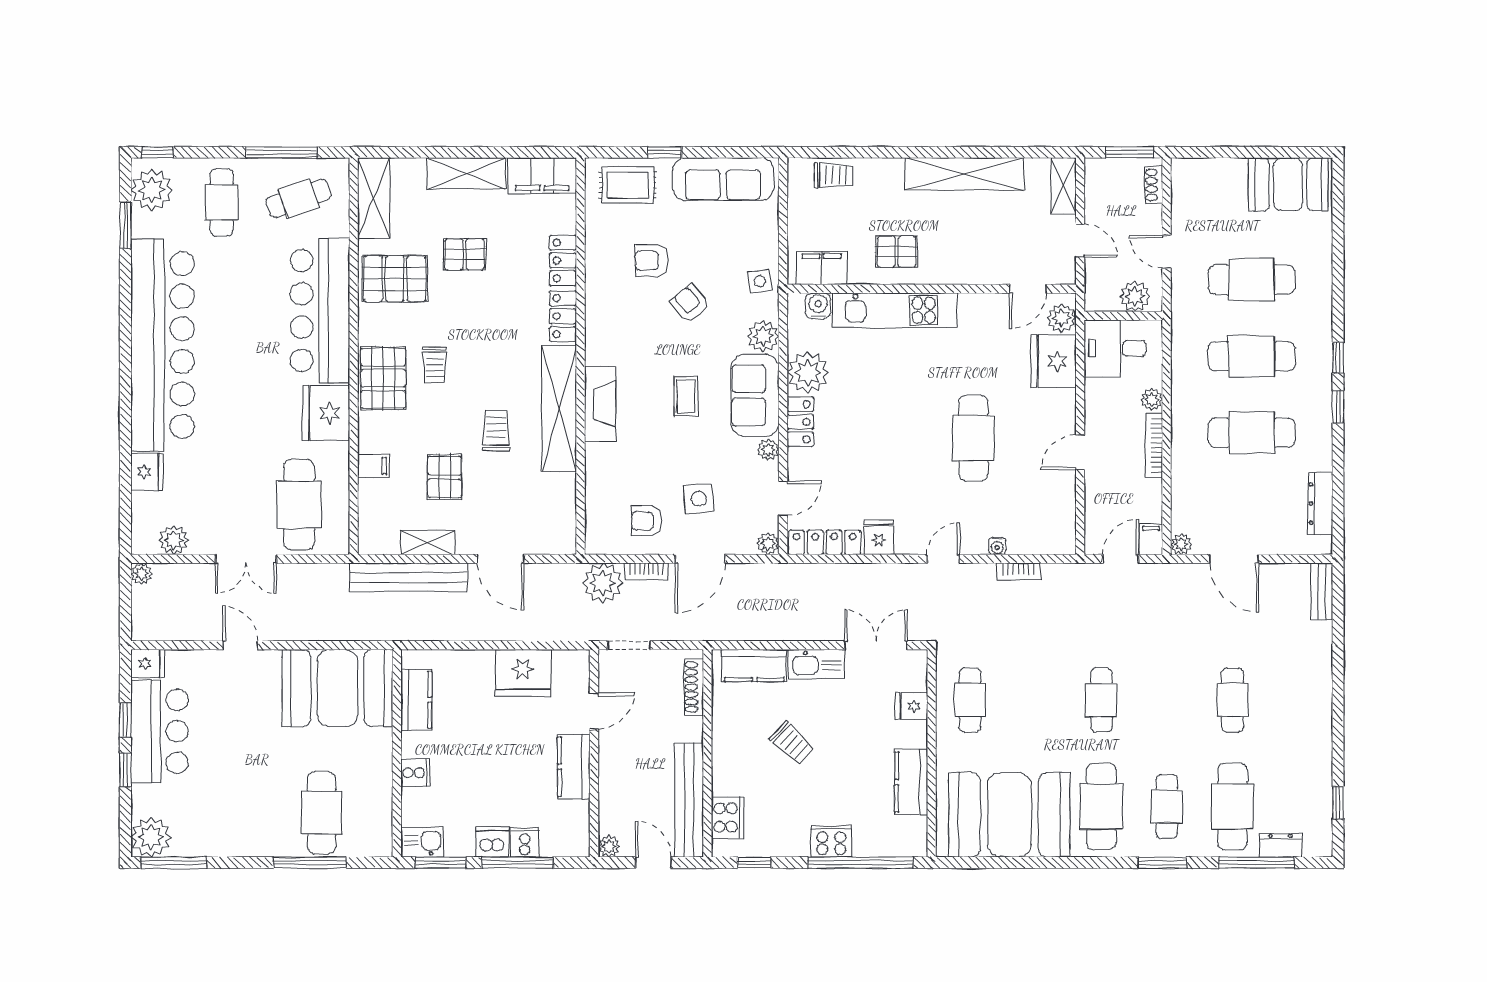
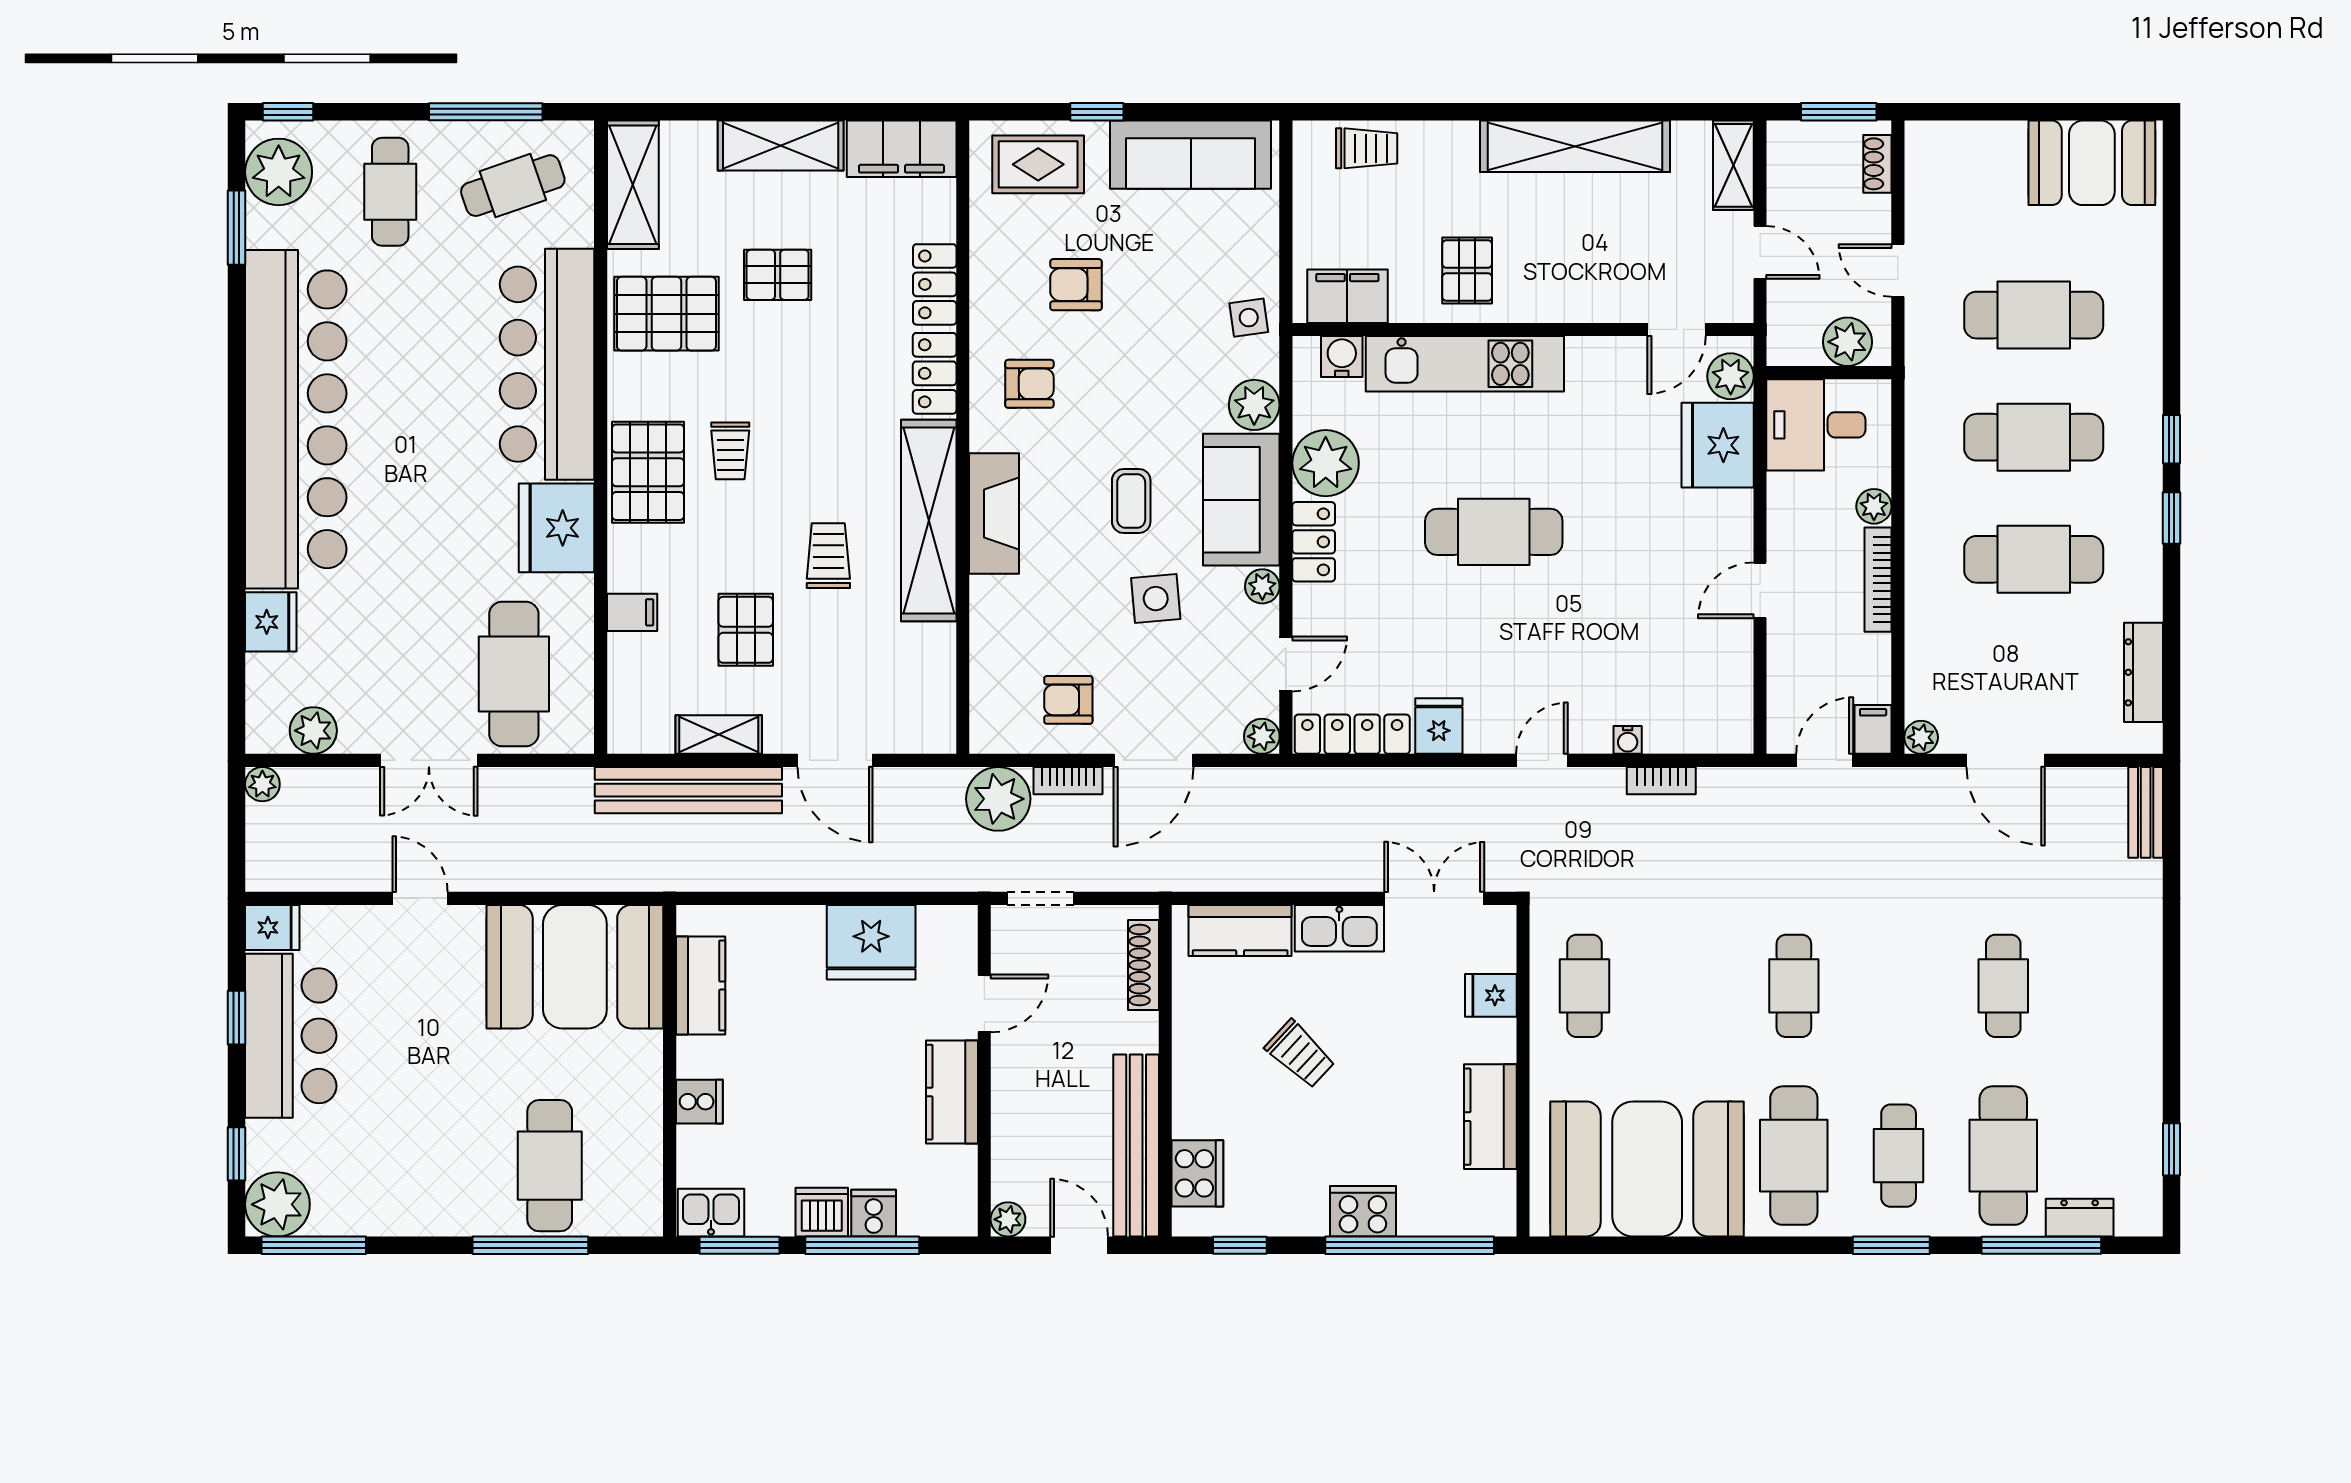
pallet: (897, 252) -> (1467, 271), turned 90
armchair: (690, 304) -> (1029, 384), moved, turned 130
cafe table: (973, 438) -> (1494, 532), moved, turned 90
side table: (699, 499) -> (1156, 599), moved
window: (125, 770) -> (237, 1154), moved

